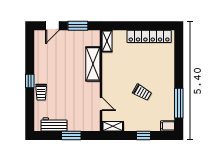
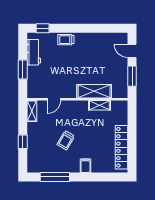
shelving: (107, 41) -> (99, 105), moved
window: (30, 81) -> (43, 28), moved
filing cabinet: (168, 126) -> (85, 166), moved

